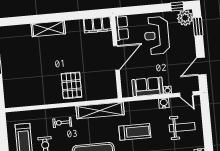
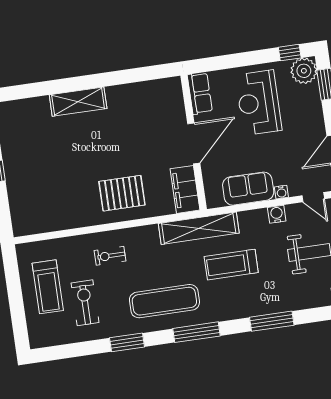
filing cabinet: (98, 25) -> (185, 189), moved, turned 90
pallet: (71, 85) -> (122, 193), turned 90
shelving: (100, 110) -> (199, 228), moved
treadmill: (135, 132) -> (231, 265), turned 180

